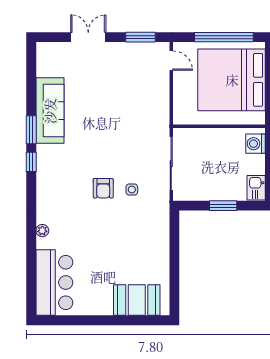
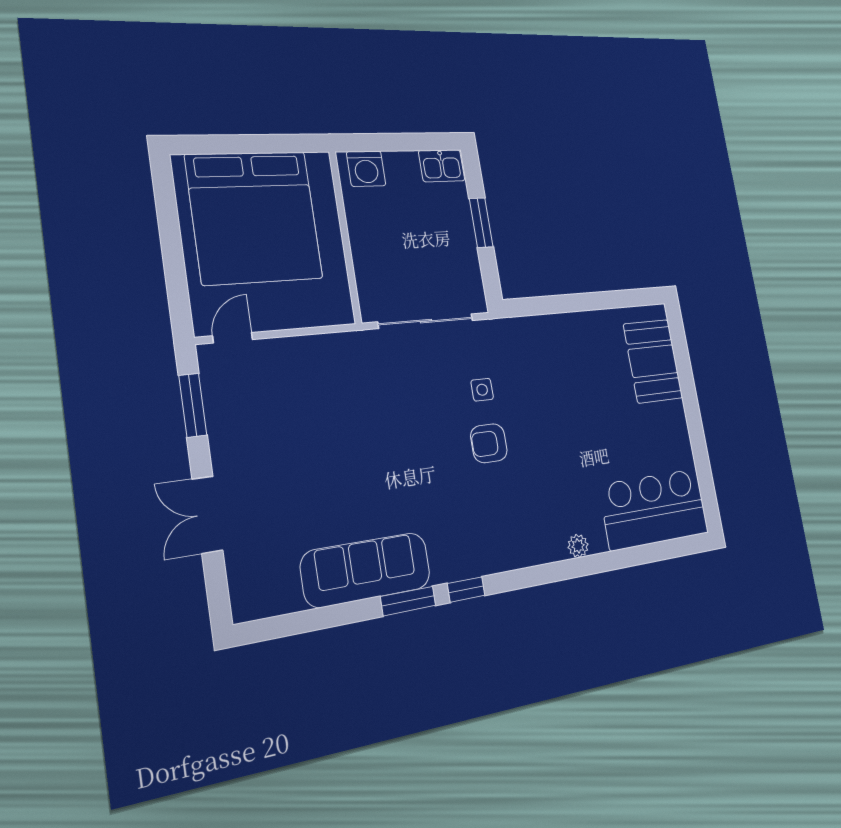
window: (224, 37) -> (170, 236), removed
armchair: (103, 188) -> (489, 443), turned 180

